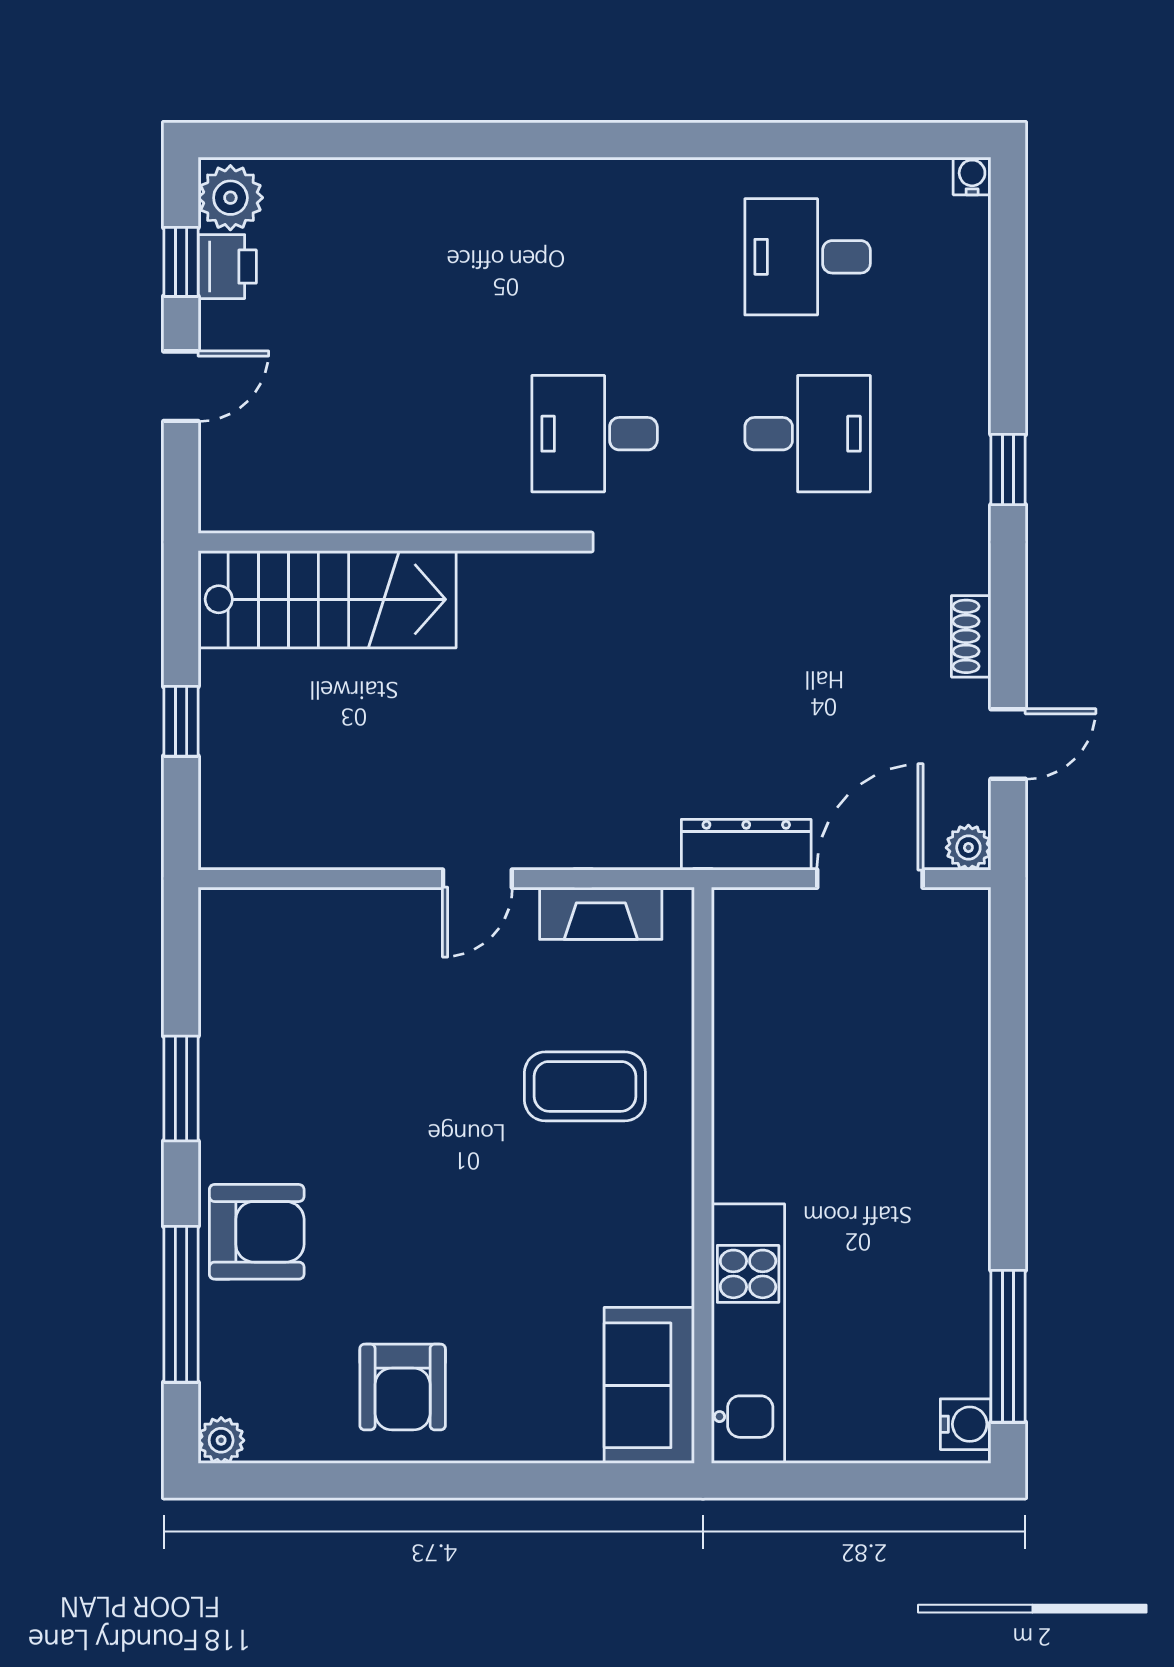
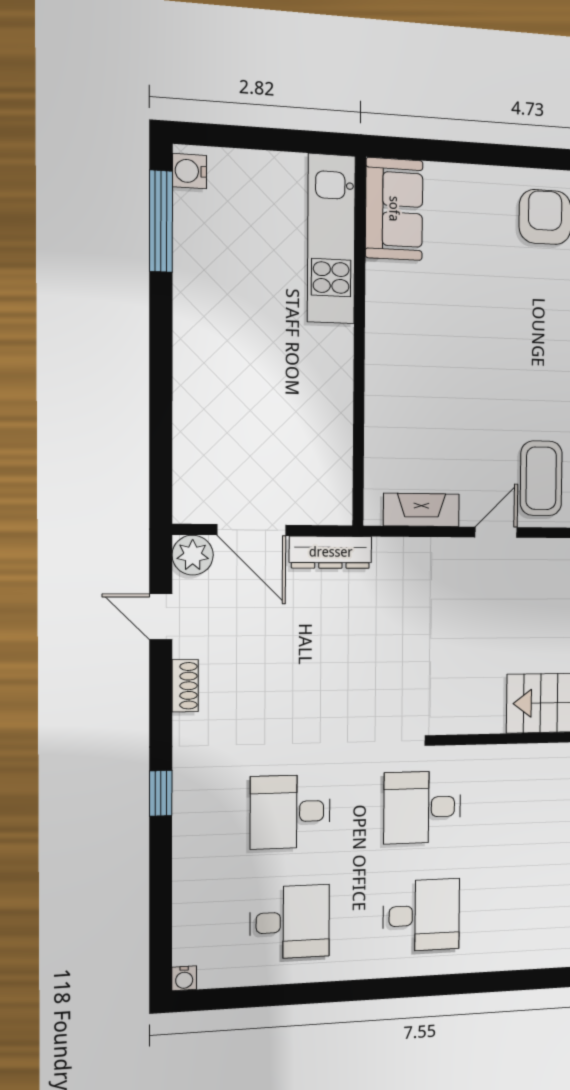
desk: (595, 257) -> (421, 915), added
desk: (595, 434) -> (422, 807), turned 180
door: (1008, 744) -> (161, 617), hinge flipped
plant: (968, 848) -> (193, 555), width x1.38, depth x1.38
door: (870, 879) -> (252, 530), hinge flipped
coffee table: (585, 1086) -> (541, 478), moved, turned 90

